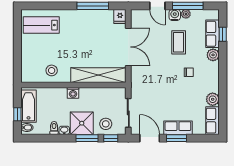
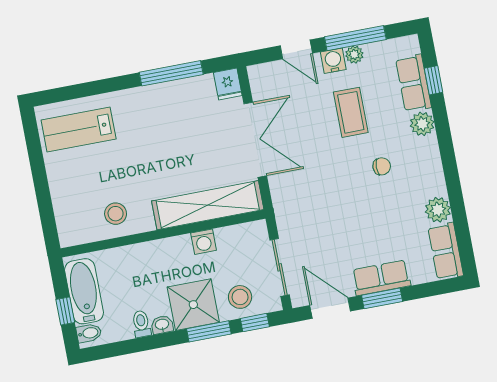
washing machine: (73, 93) -> (204, 242), moved

